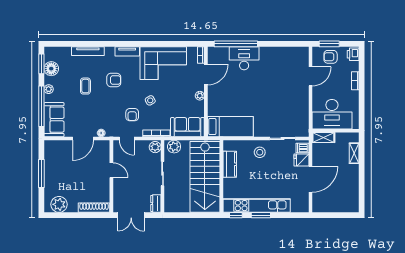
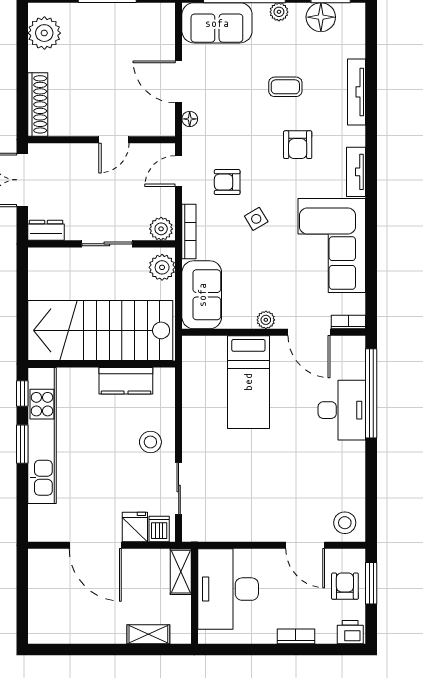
stool: (299, 57) -> (345, 523), added
bed: (230, 127) -> (248, 382), moved

